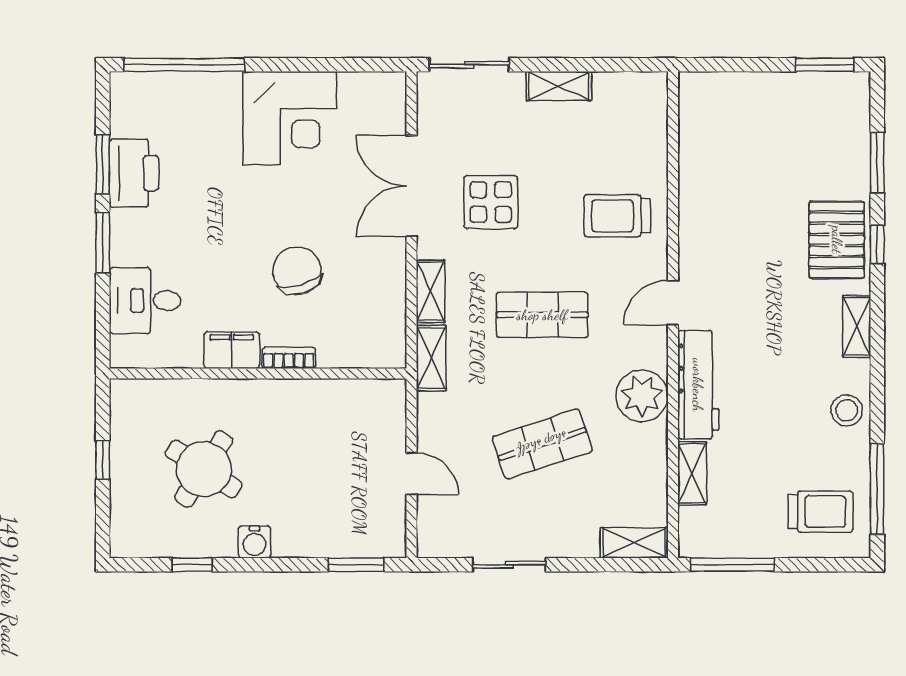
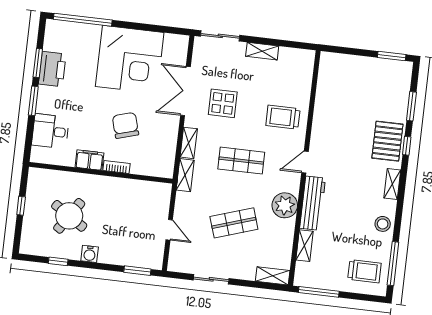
corner desk: (290, 118) -> (130, 60), width x1.36, depth x1.36

